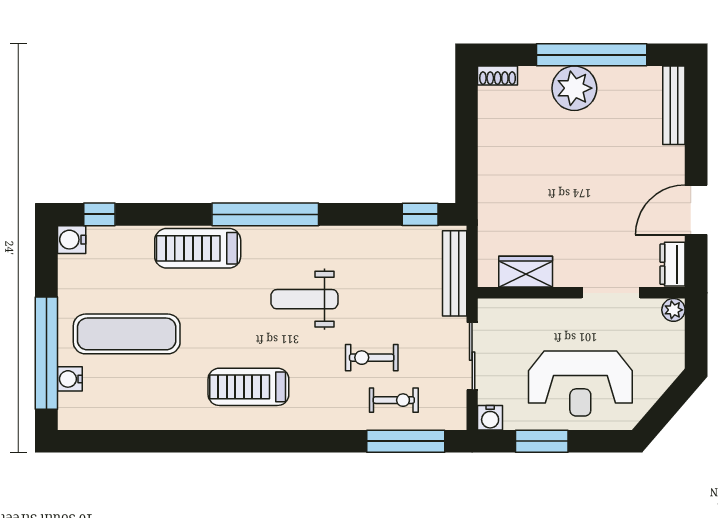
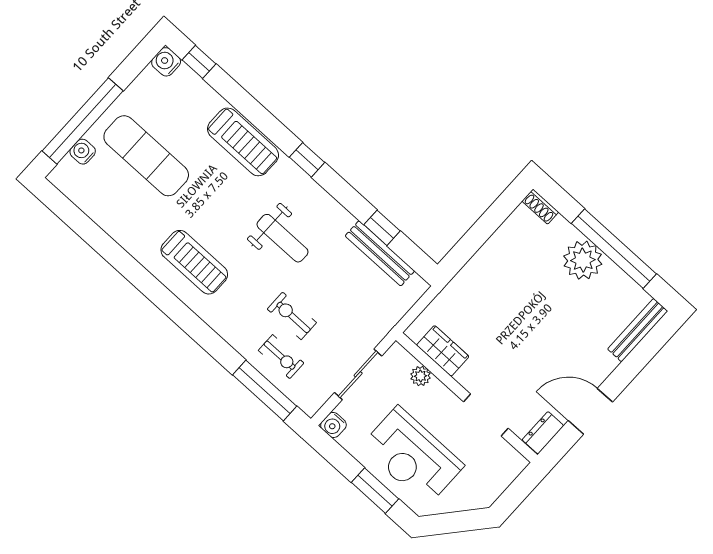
window: (265, 214) -> (307, 160), width x0.32
window: (420, 214) -> (382, 228), moved
treadmill: (198, 248) -> (243, 142), turned 180
bench: (455, 273) -> (380, 253), moved, turned 90
weight bench: (304, 299) -> (283, 238), turned 180
plant: (673, 310) -> (420, 376), moved
treadmill: (248, 387) -> (194, 262), turned 180
window: (542, 441) -> (375, 491), moved

